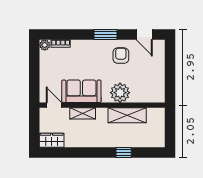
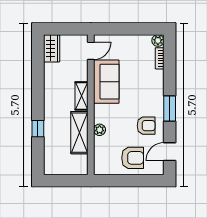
armchair: (150, 68) -> (133, 158), added
plant: (120, 93) -> (100, 130), width x0.53, depth x0.53
shelving: (83, 113) -> (82, 96), moved

